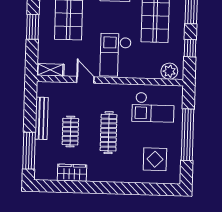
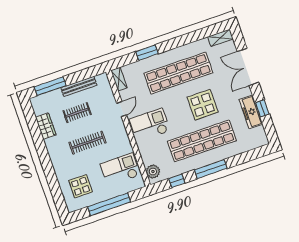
checkout: (153, 107) -> (120, 170), turned 90

